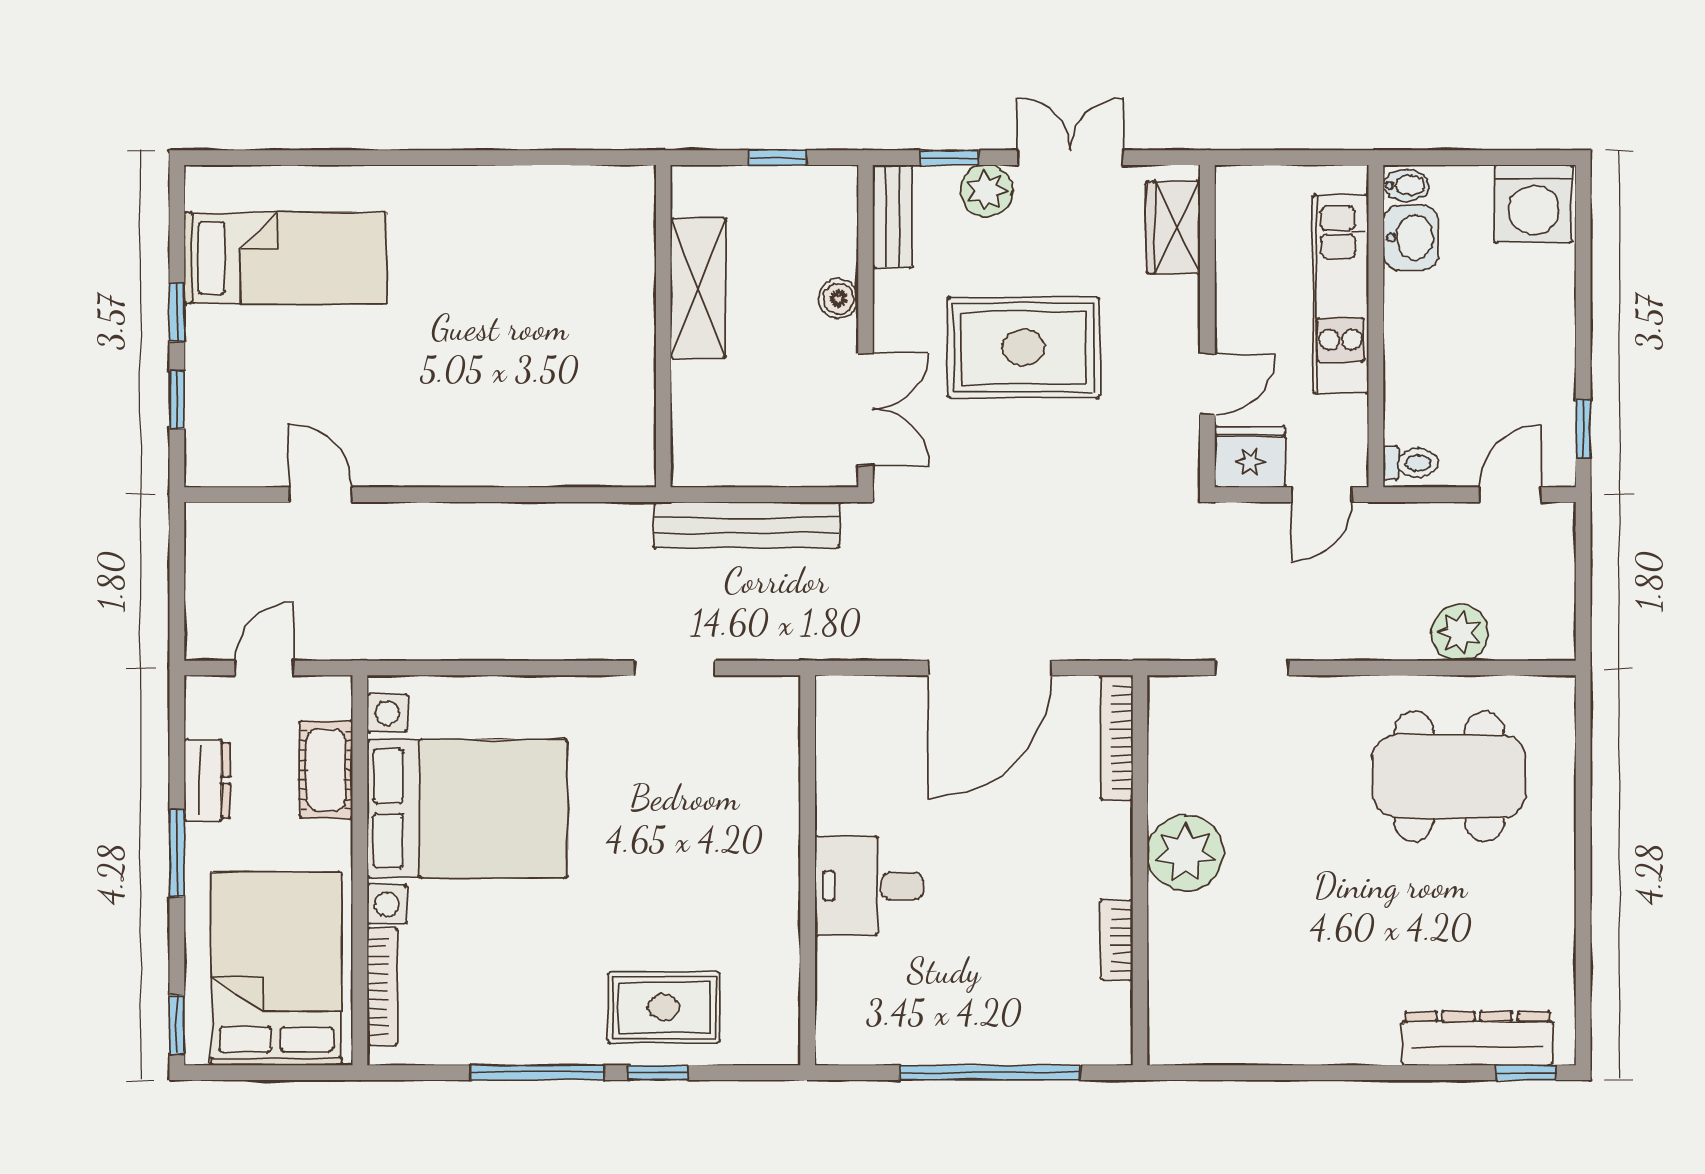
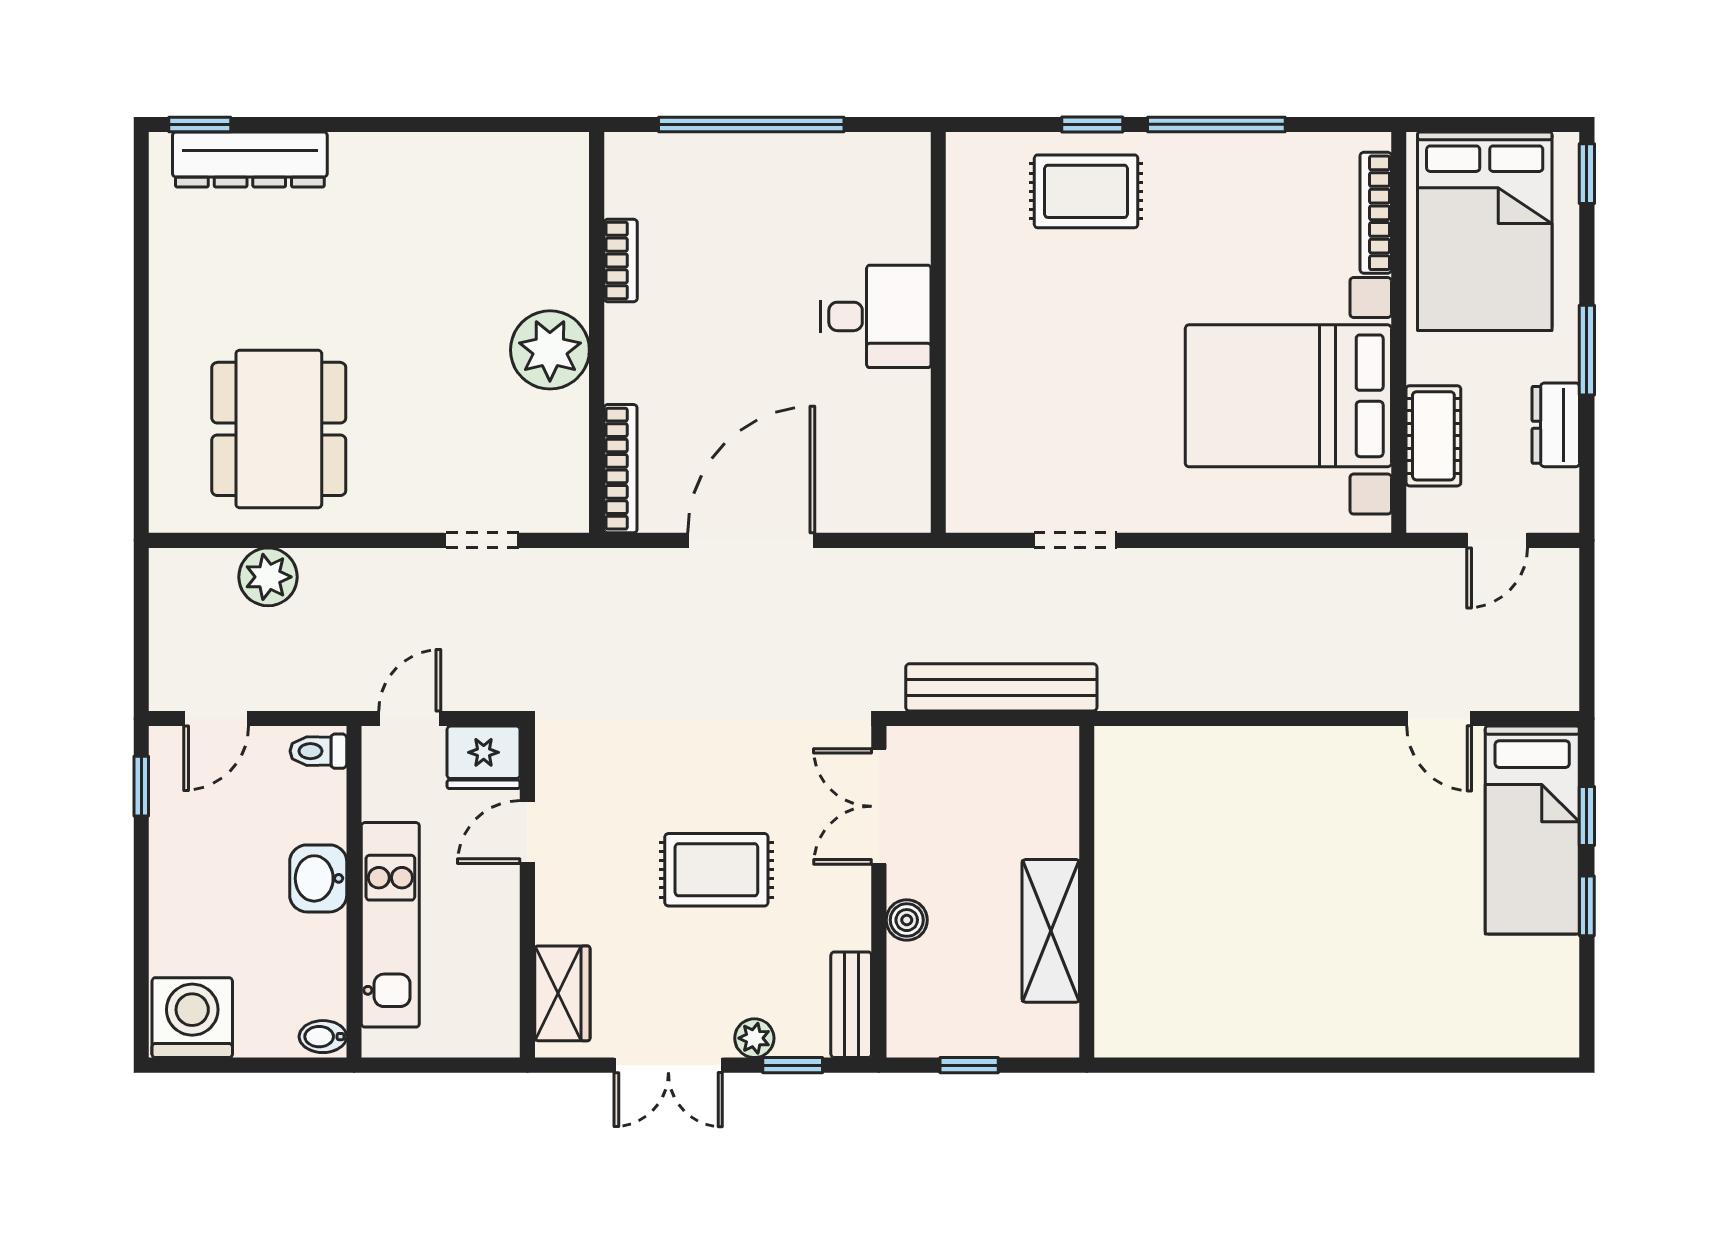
plant: (987, 191) -> (754, 1038), width x0.73, depth x0.73
washbasin: (1411, 238) -> (318, 878), moved
bed: (285, 258) -> (1532, 830), moved, turned -90
rug: (1023, 348) -> (716, 870), width x0.73, depth x0.70
dining table: (1449, 776) -> (279, 429), turned 90

